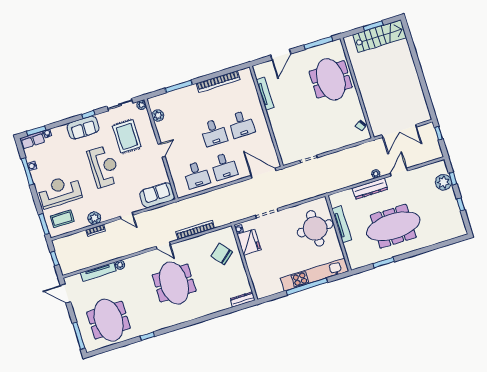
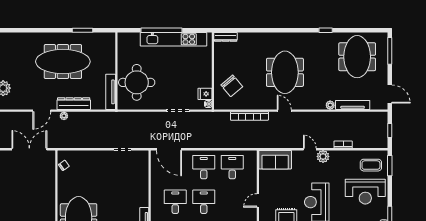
plant: (94, 218) -> (323, 156), moved
tv unit: (342, 224) -> (111, 92), moved
fridge: (249, 242) -> (205, 94), width x0.53, depth x0.75
kitchen unit: (315, 275) -> (174, 39), moved

